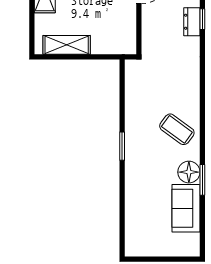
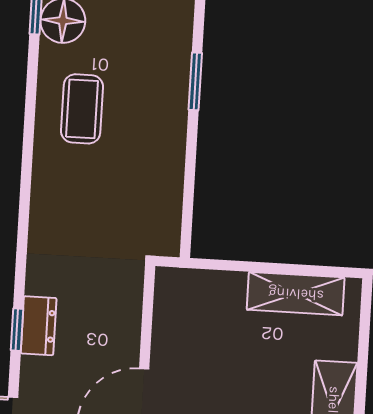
coffee table: (177, 129) -> (82, 109), turned 54

